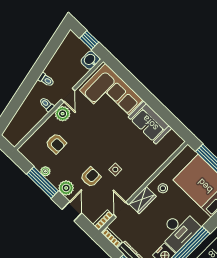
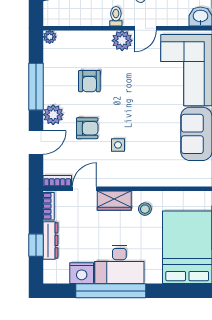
armchair: (56, 143) -> (89, 81), moved
plant: (45, 171) -> (50, 37), moved

